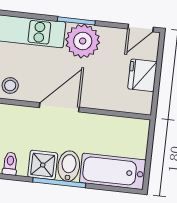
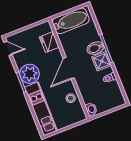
fridge: (142, 75) -> (49, 42), moved, turned 90
door: (59, 107) -> (69, 68), hinge flipped
bathtub: (113, 171) -> (71, 21), moved, turned -90

